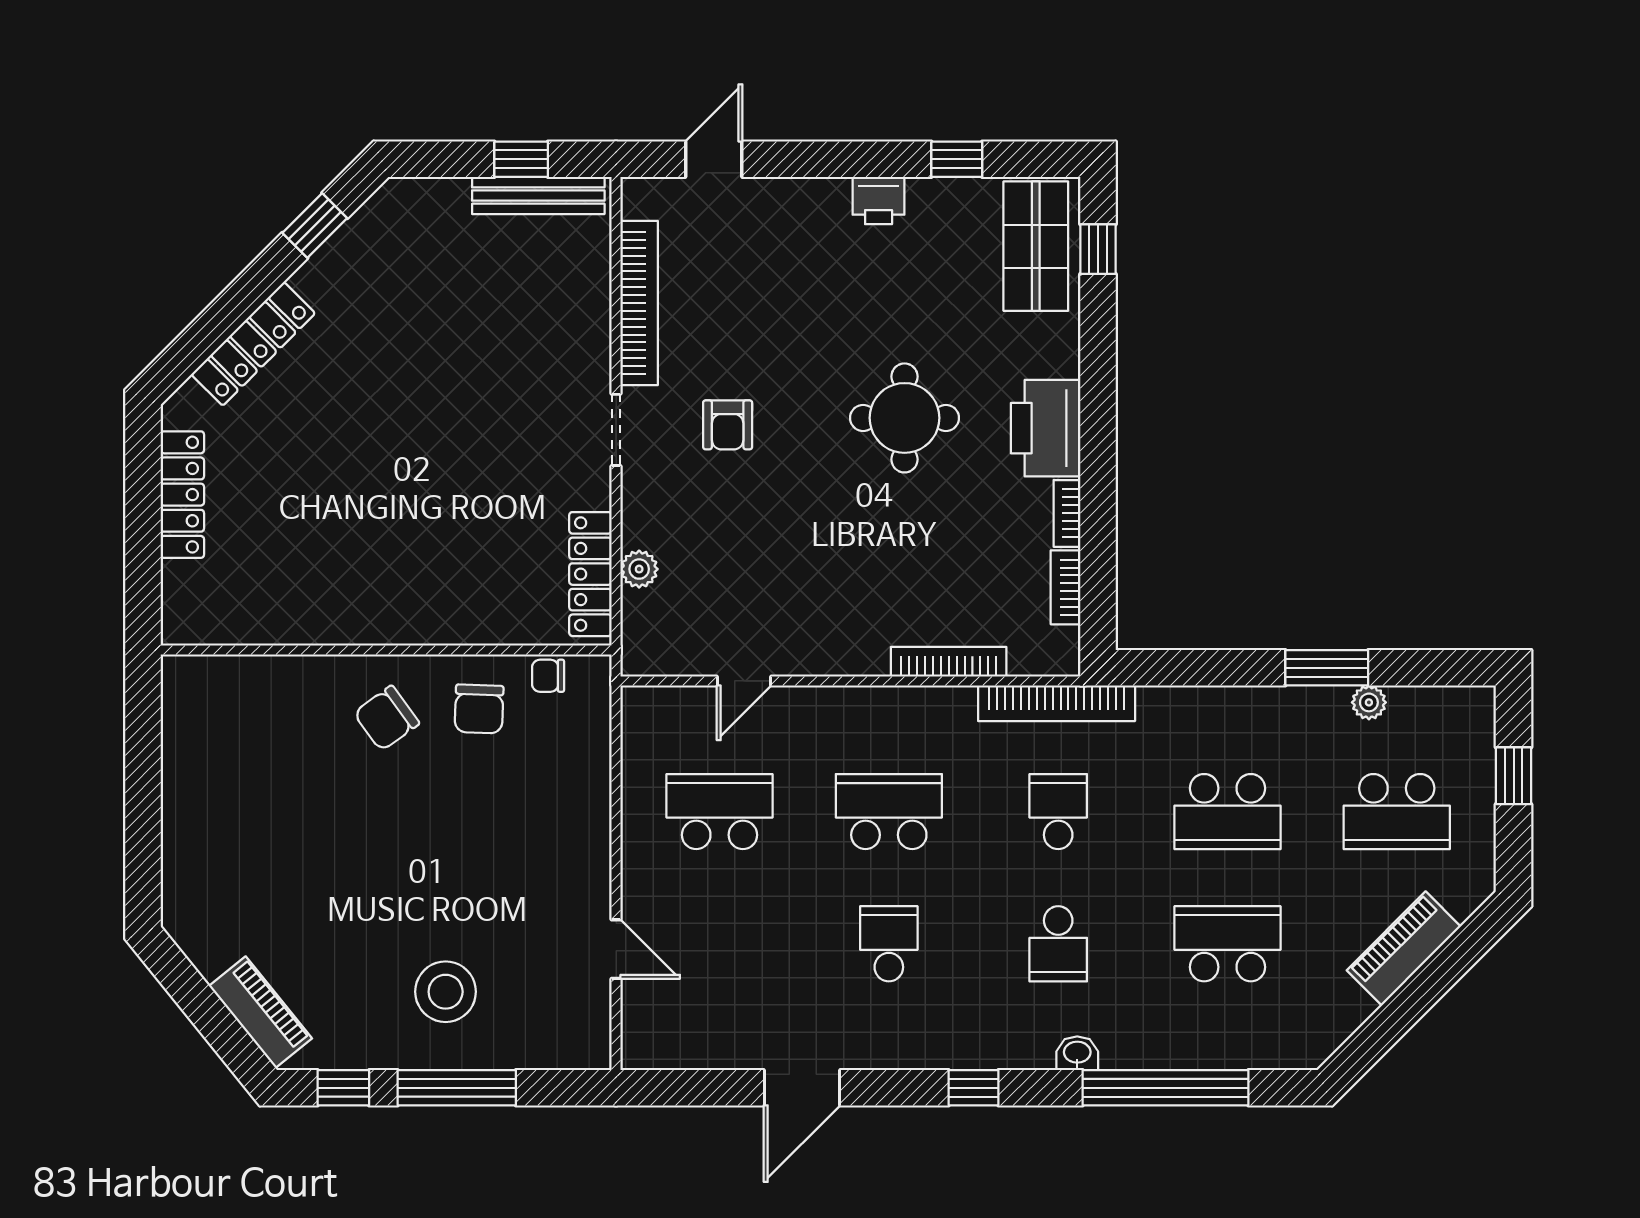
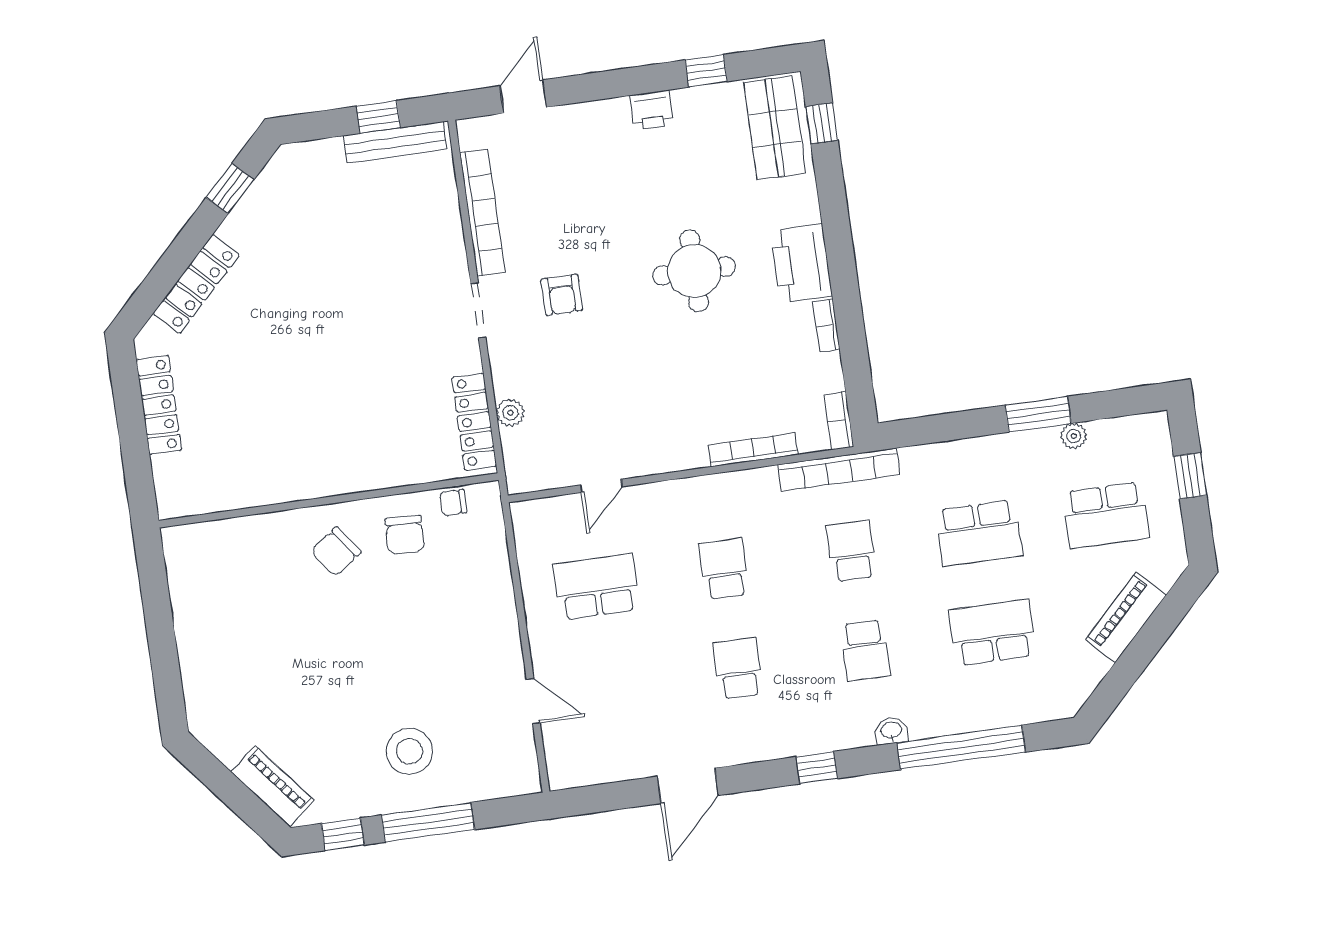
bookcase: (1065, 587) -> (839, 421), moved
school desk: (889, 812) -> (724, 569), width x0.54

